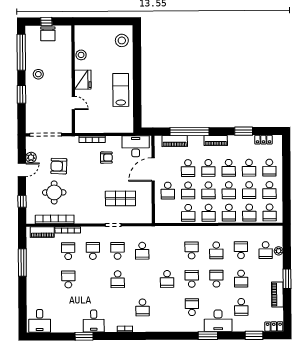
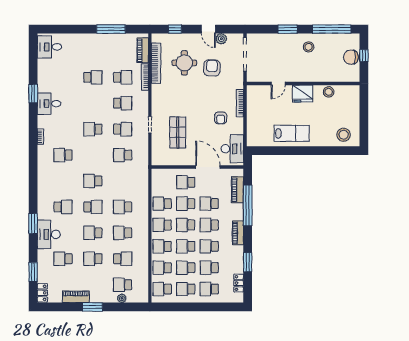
school desk: (192, 250) -> (123, 207), turned 180
school desk: (216, 279) -> (93, 233), turned 180

